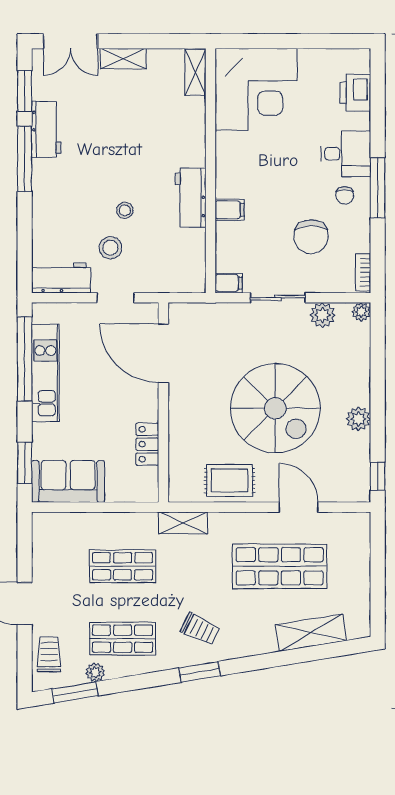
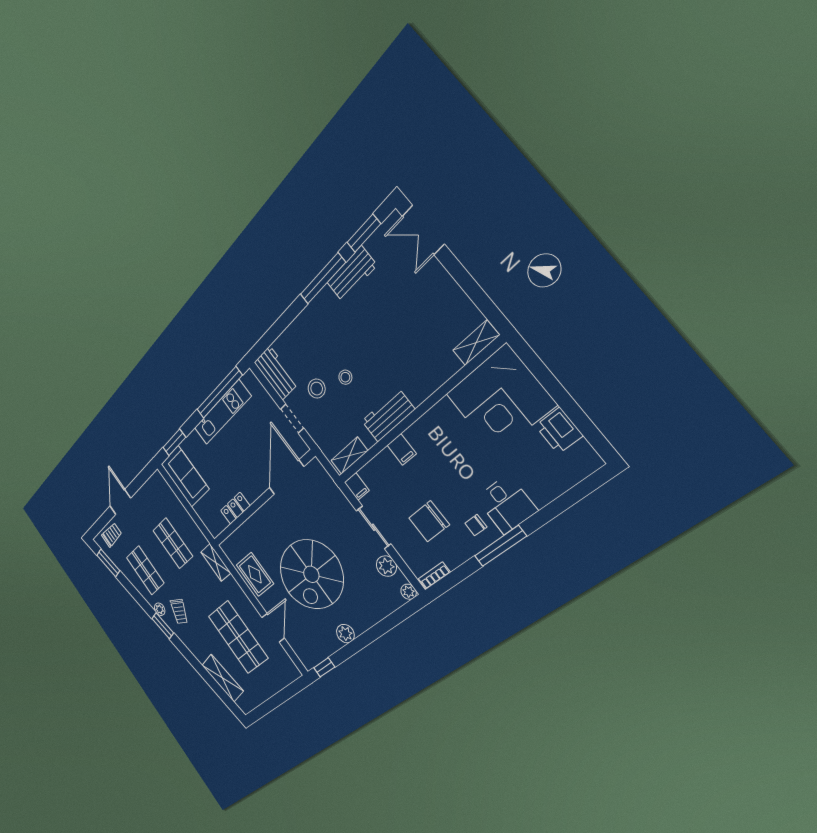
shelving: (123, 59) -> (349, 456), moved, turned 90
printer: (355, 93) -> (559, 431), moved, turned -90
plant: (95, 672) -> (160, 609), moved

